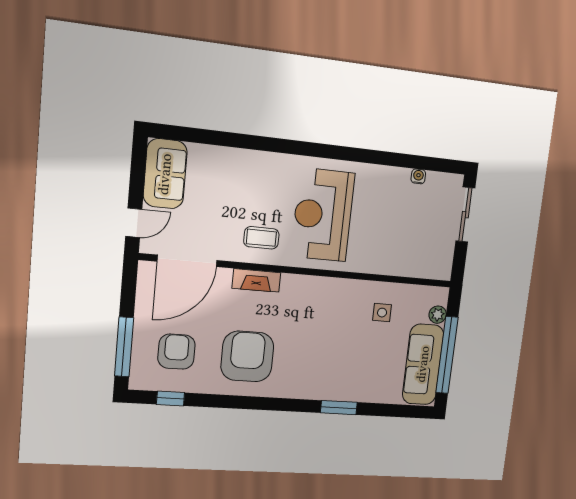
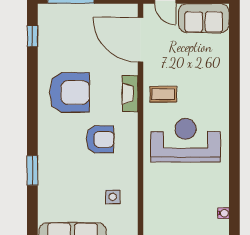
coffee table: (261, 238) -> (163, 94), turned 90
armchair: (176, 352) -> (100, 139), moved

